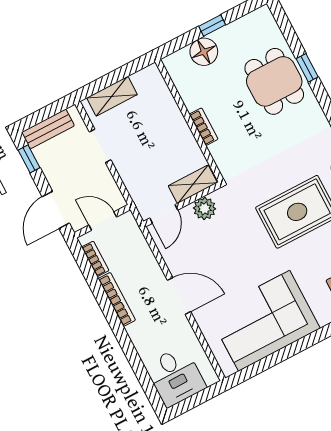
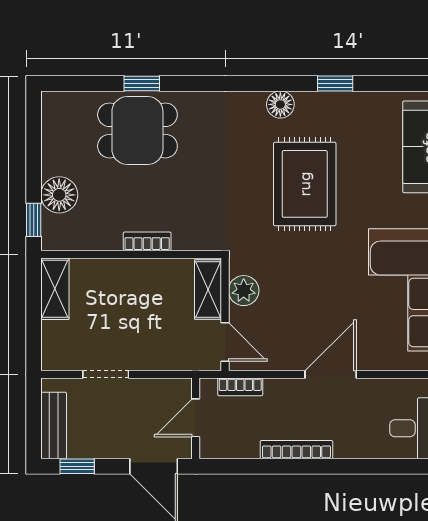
window: (212, 26) -> (34, 220), moved
shelving: (112, 96) -> (55, 289), moved
bookcase: (95, 259) -> (240, 387), moved, turned 180

